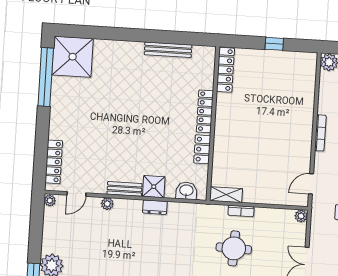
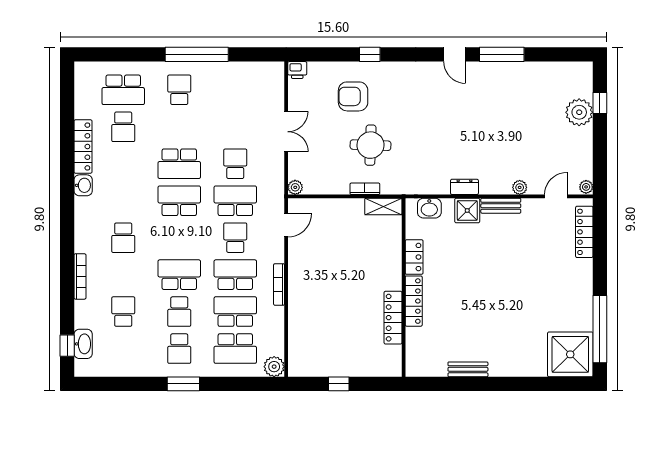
bench: (168, 50) -> (468, 369), width x0.73
locker: (225, 70) -> (393, 318), moved

